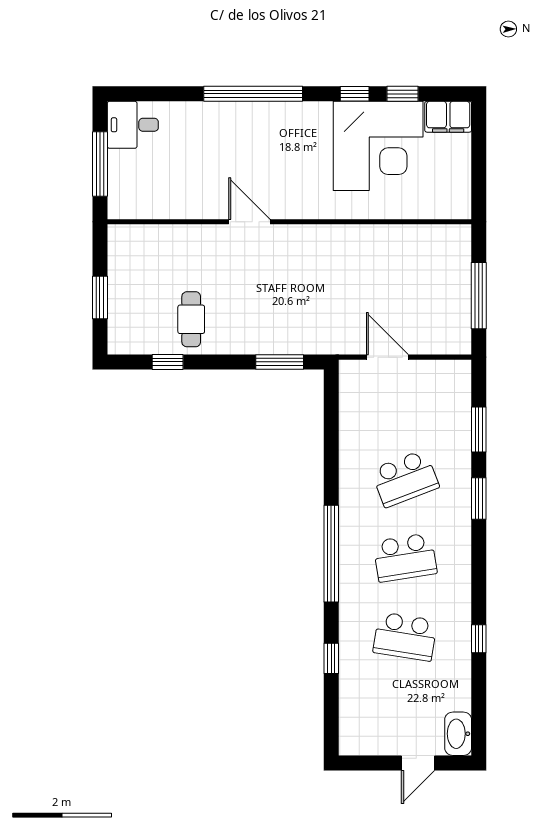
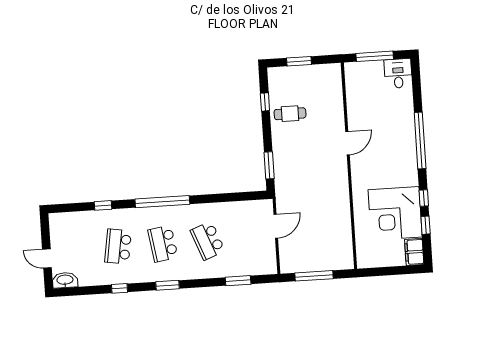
window: (479, 499) -> (167, 285), moved

